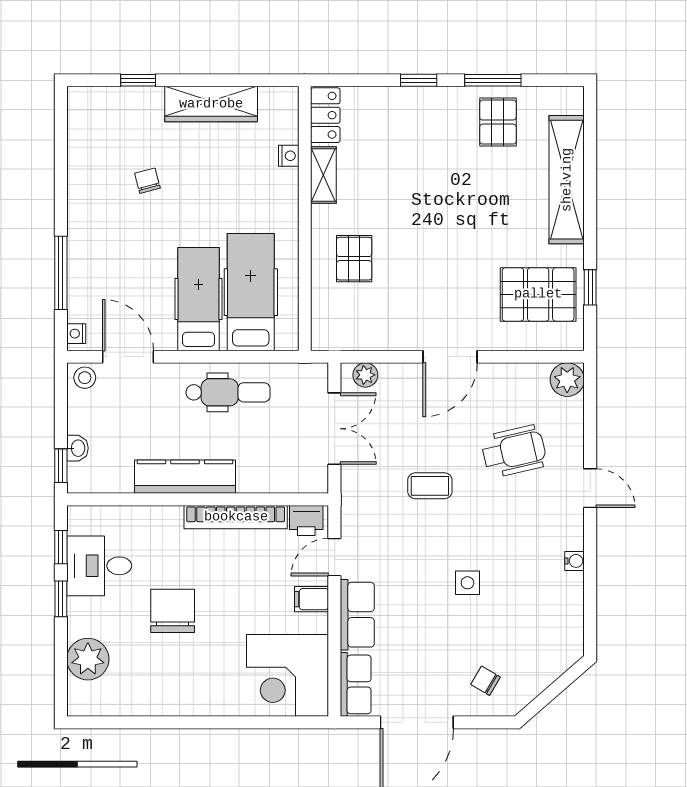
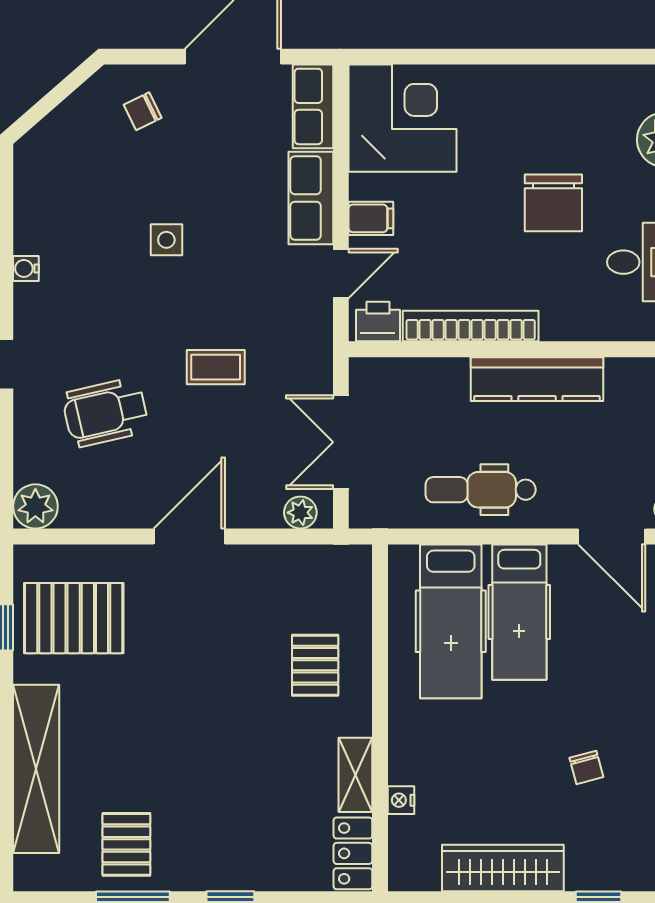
chair: (486, 681) -> (143, 111), turned 124

